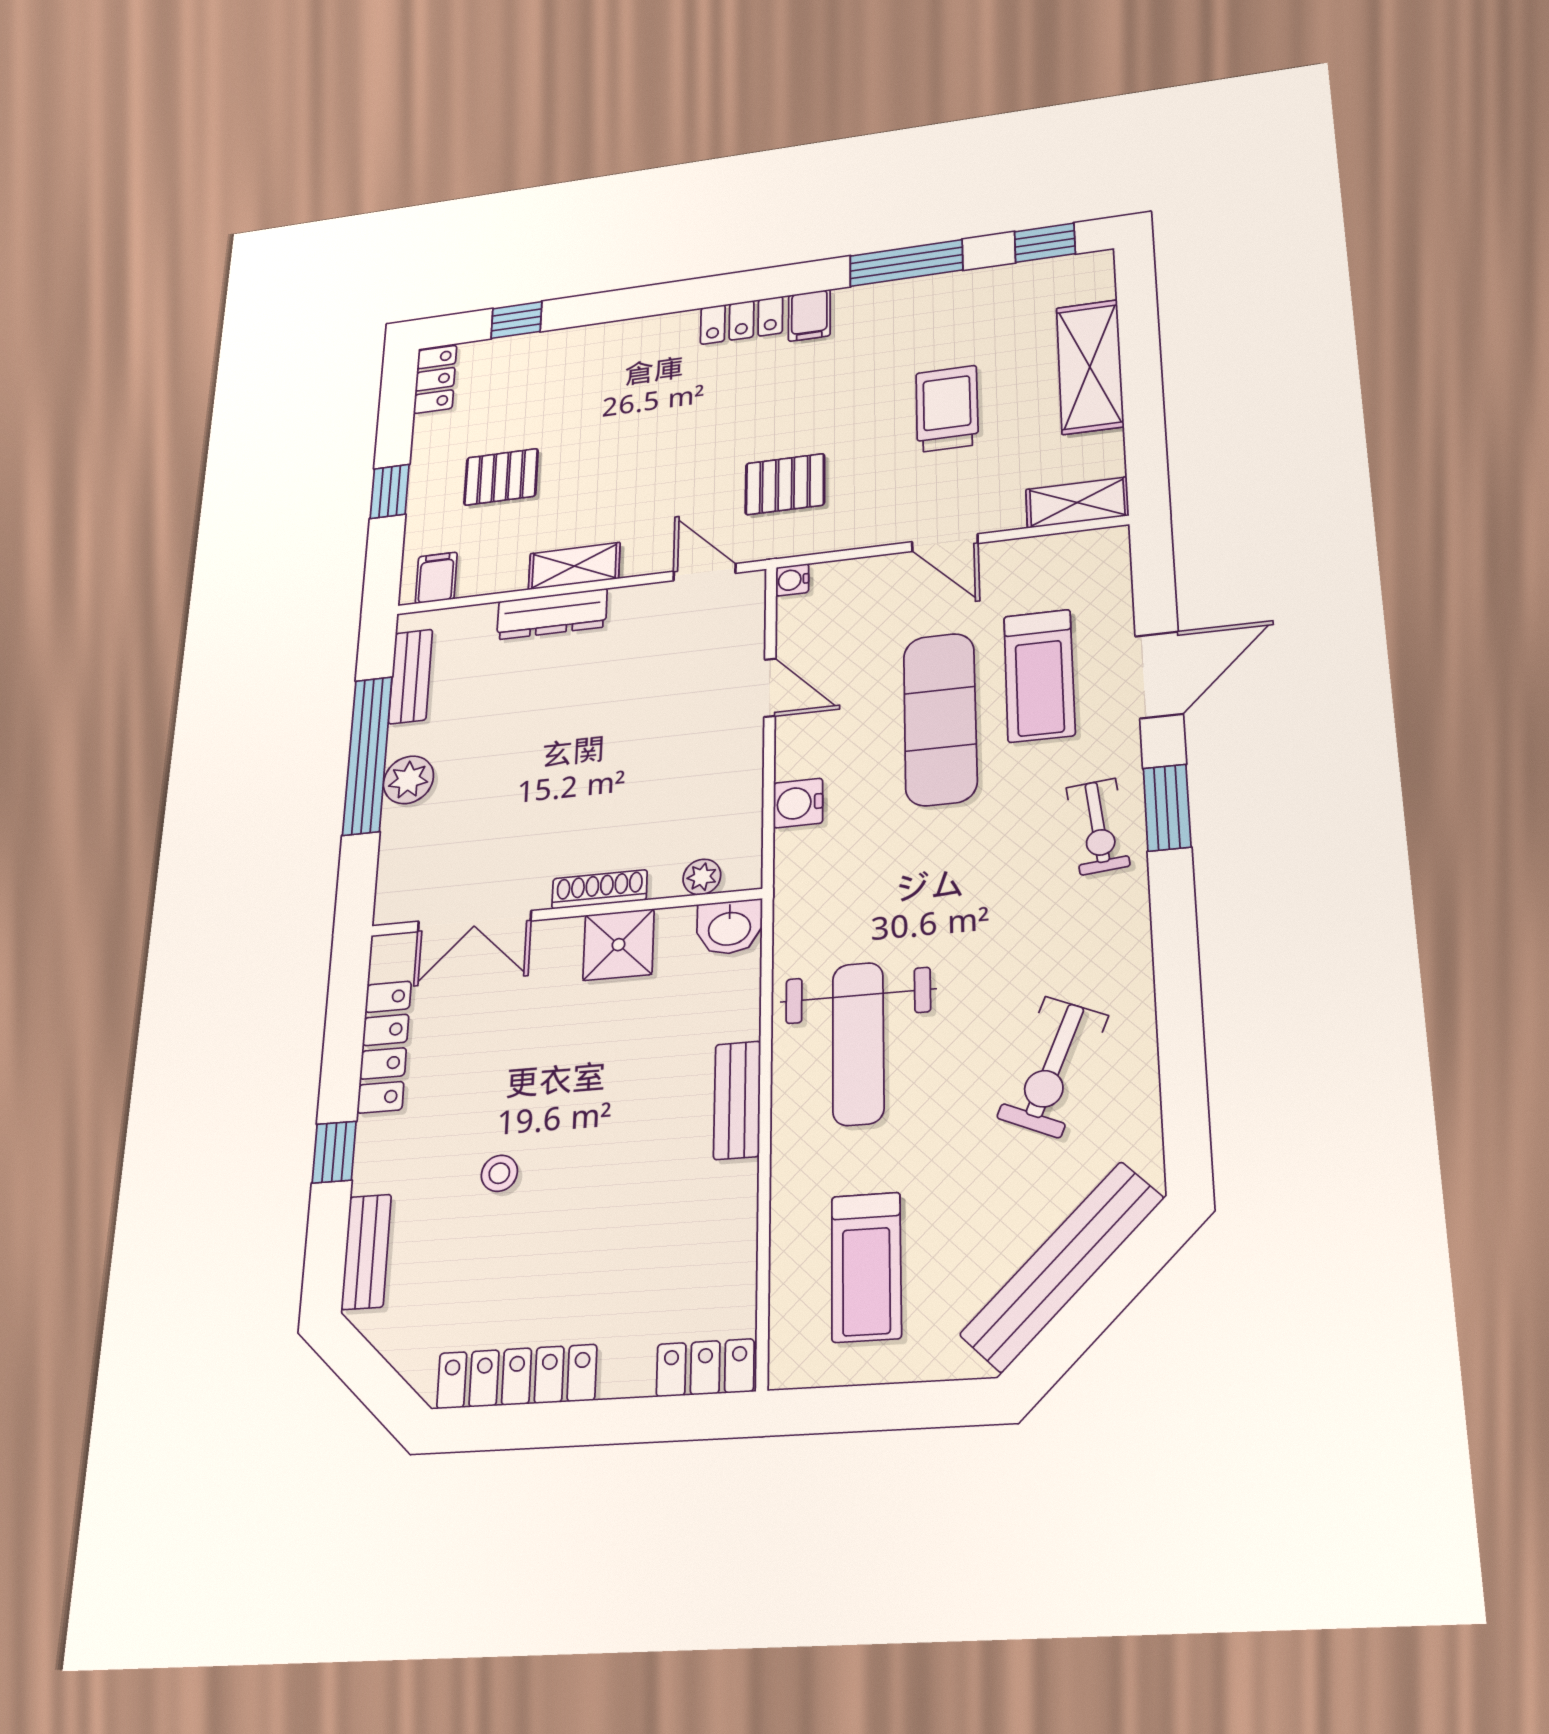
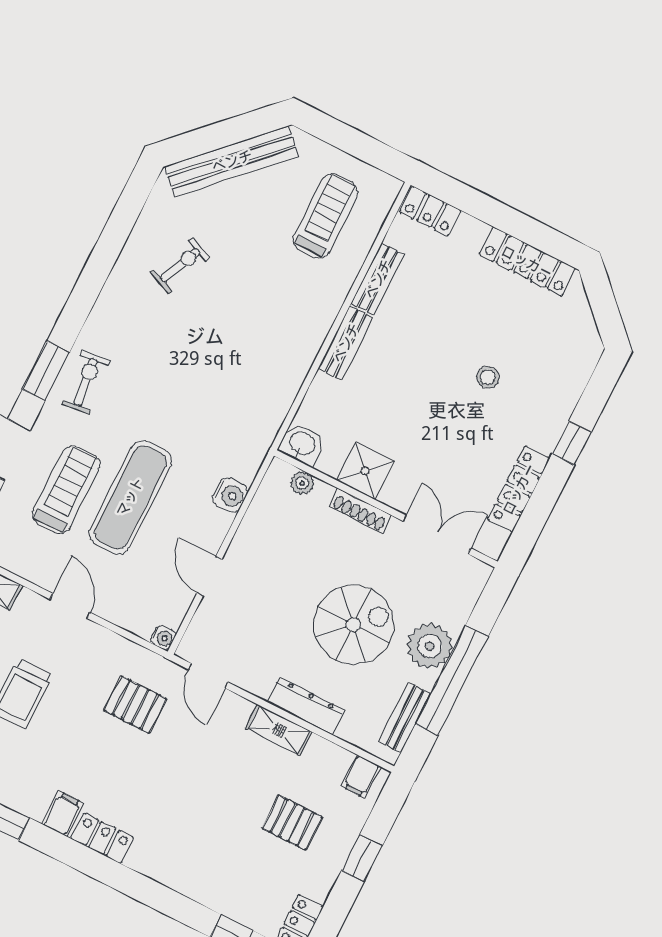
spiral stairs: (536, 744) -> (354, 625), added
plant: (408, 780) -> (430, 646), width x1.36, depth x1.36
weight bench: (858, 1043) -> (269, 337), removed
exercise bike: (1053, 1067) -> (180, 265), width x0.73, depth x0.72
bench: (366, 1252) -> (378, 279), moved

